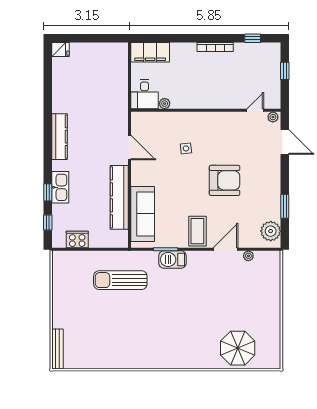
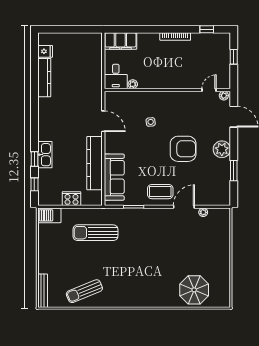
fridge: (60, 49) -> (45, 51), moved
kitchen counter: (60, 137) -> (44, 78), moved
coffee table: (197, 231) -> (160, 192), turned 90
plant: (271, 231) -> (222, 149), moved
cooker: (77, 240) -> (71, 199), moved
barbecue: (172, 259) -> (49, 215), moved
sun lounger: (107, 350) -> (84, 291), added

